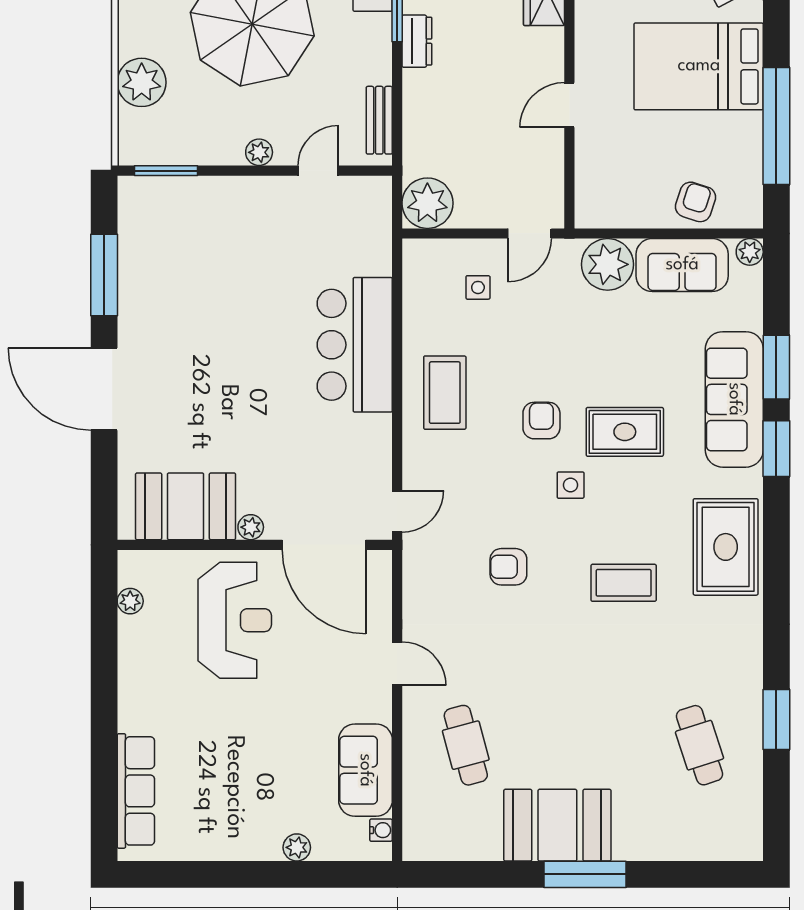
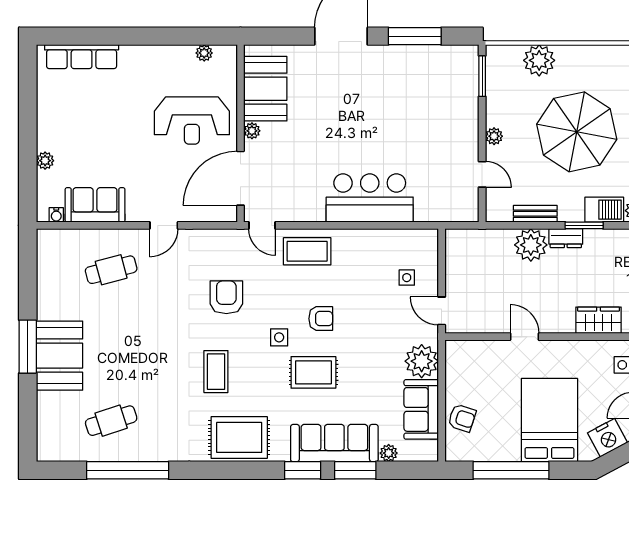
bench: (379, 120) -> (535, 214), moved
plant: (427, 203) -> (531, 245), moved
plant: (750, 252) -> (389, 453), moved
coffee table: (445, 393) -> (307, 251), moved
rug: (625, 432) -> (313, 372), turned 90
armchair: (508, 567) -> (226, 297), width x1.38, depth x1.38
window: (776, 720) -> (128, 470), width x2.11
booth: (557, 825) -> (59, 356), moved

